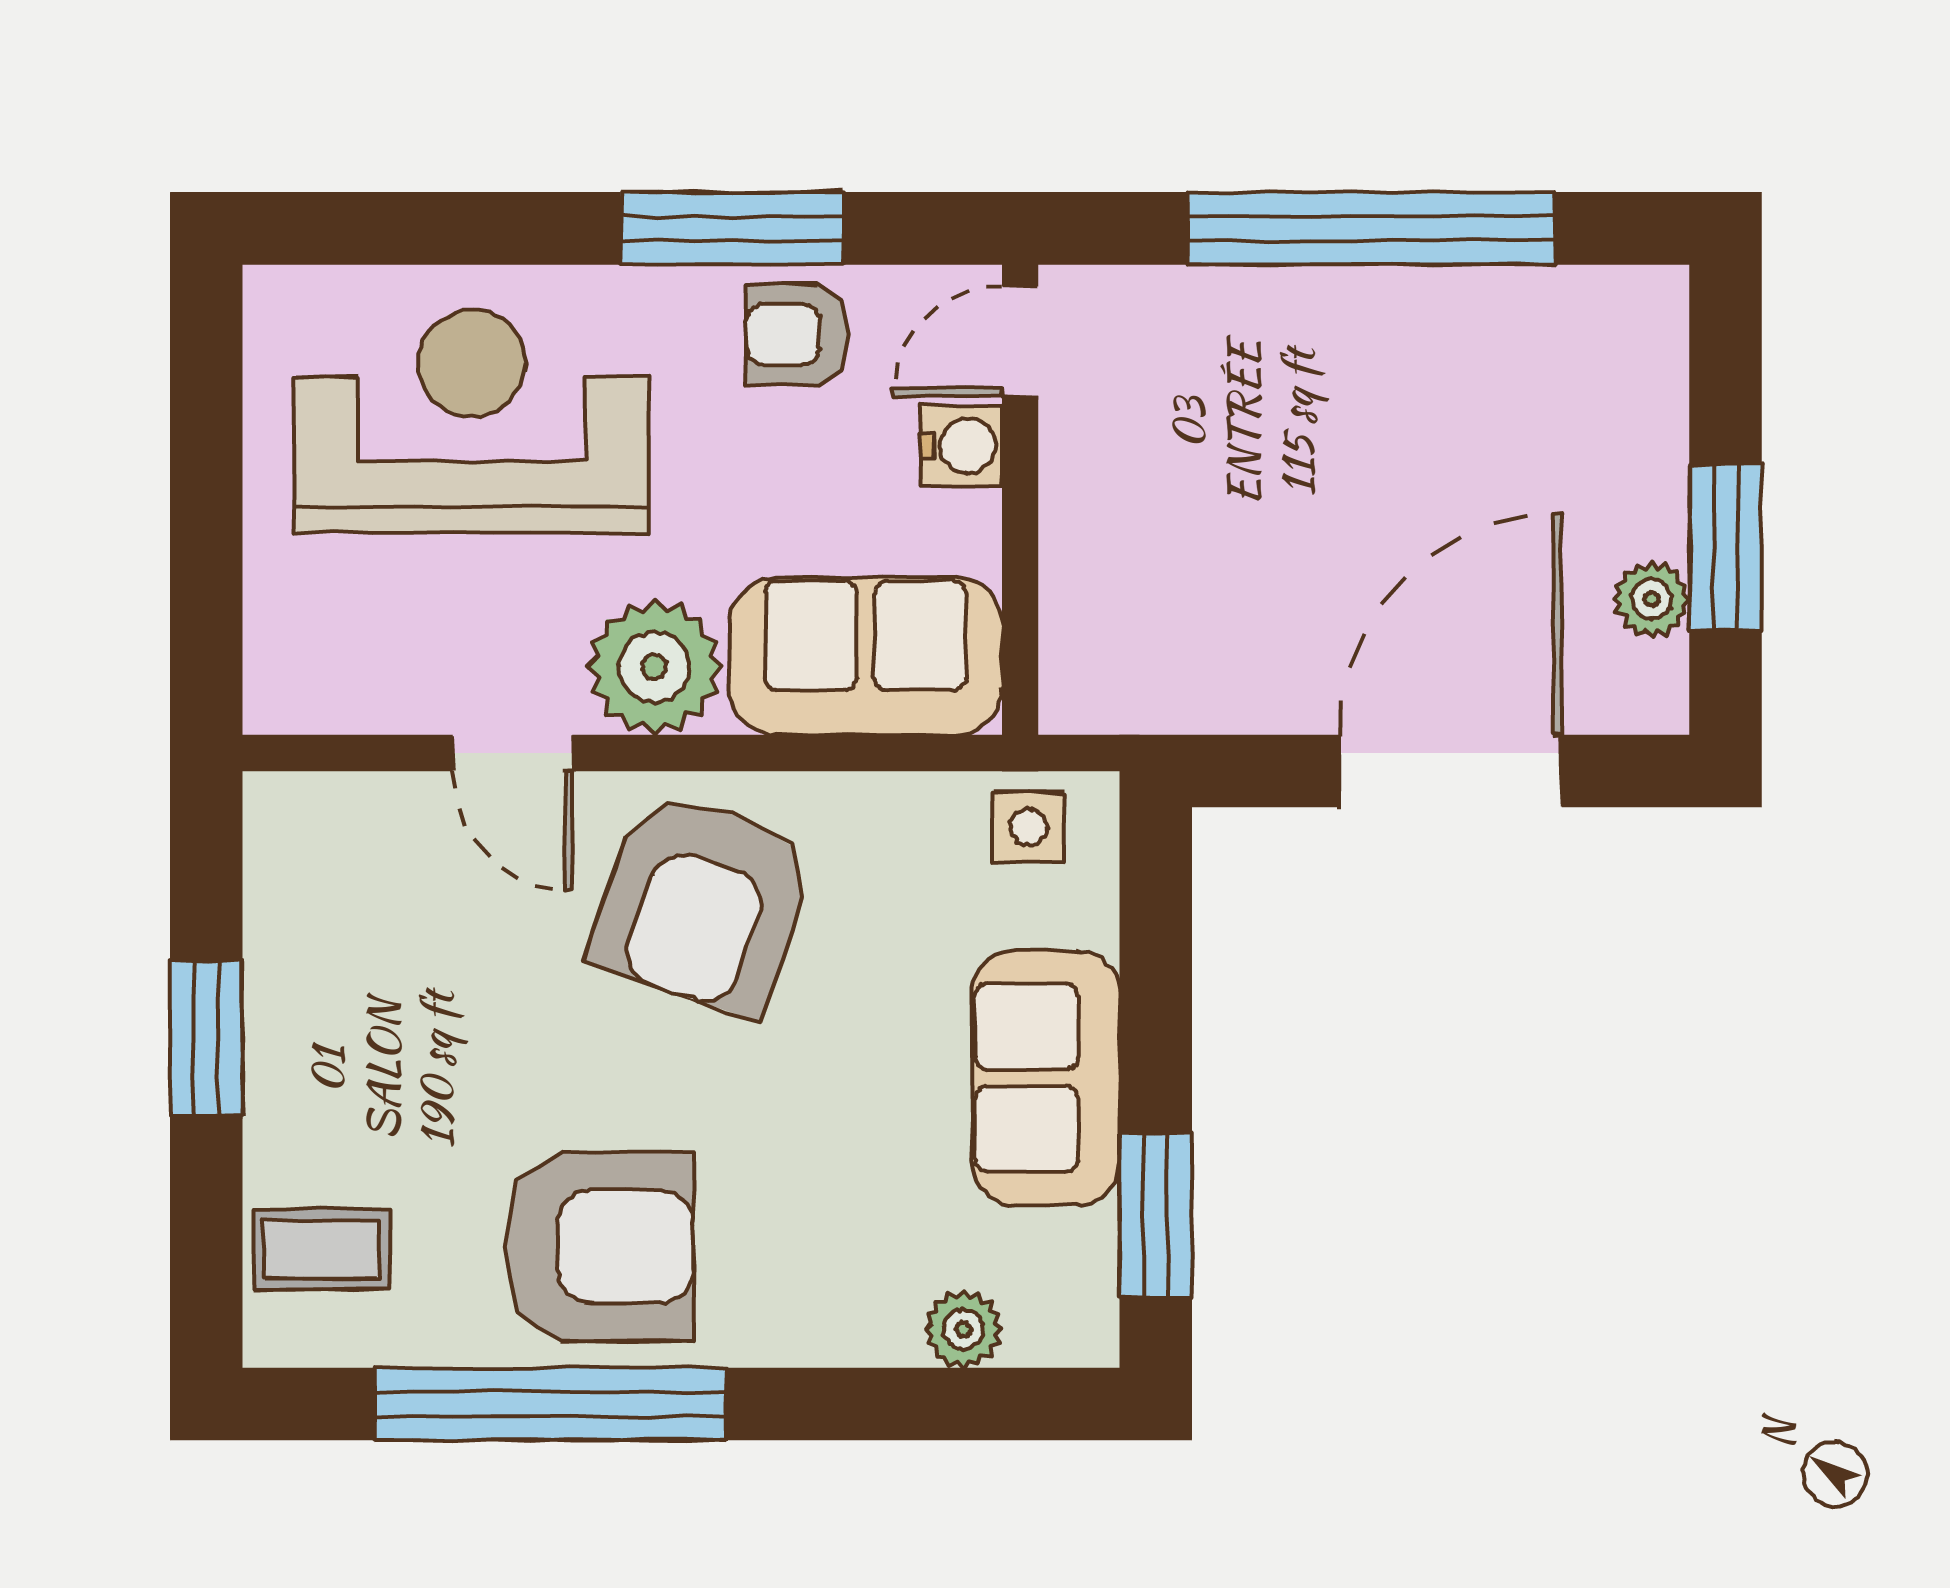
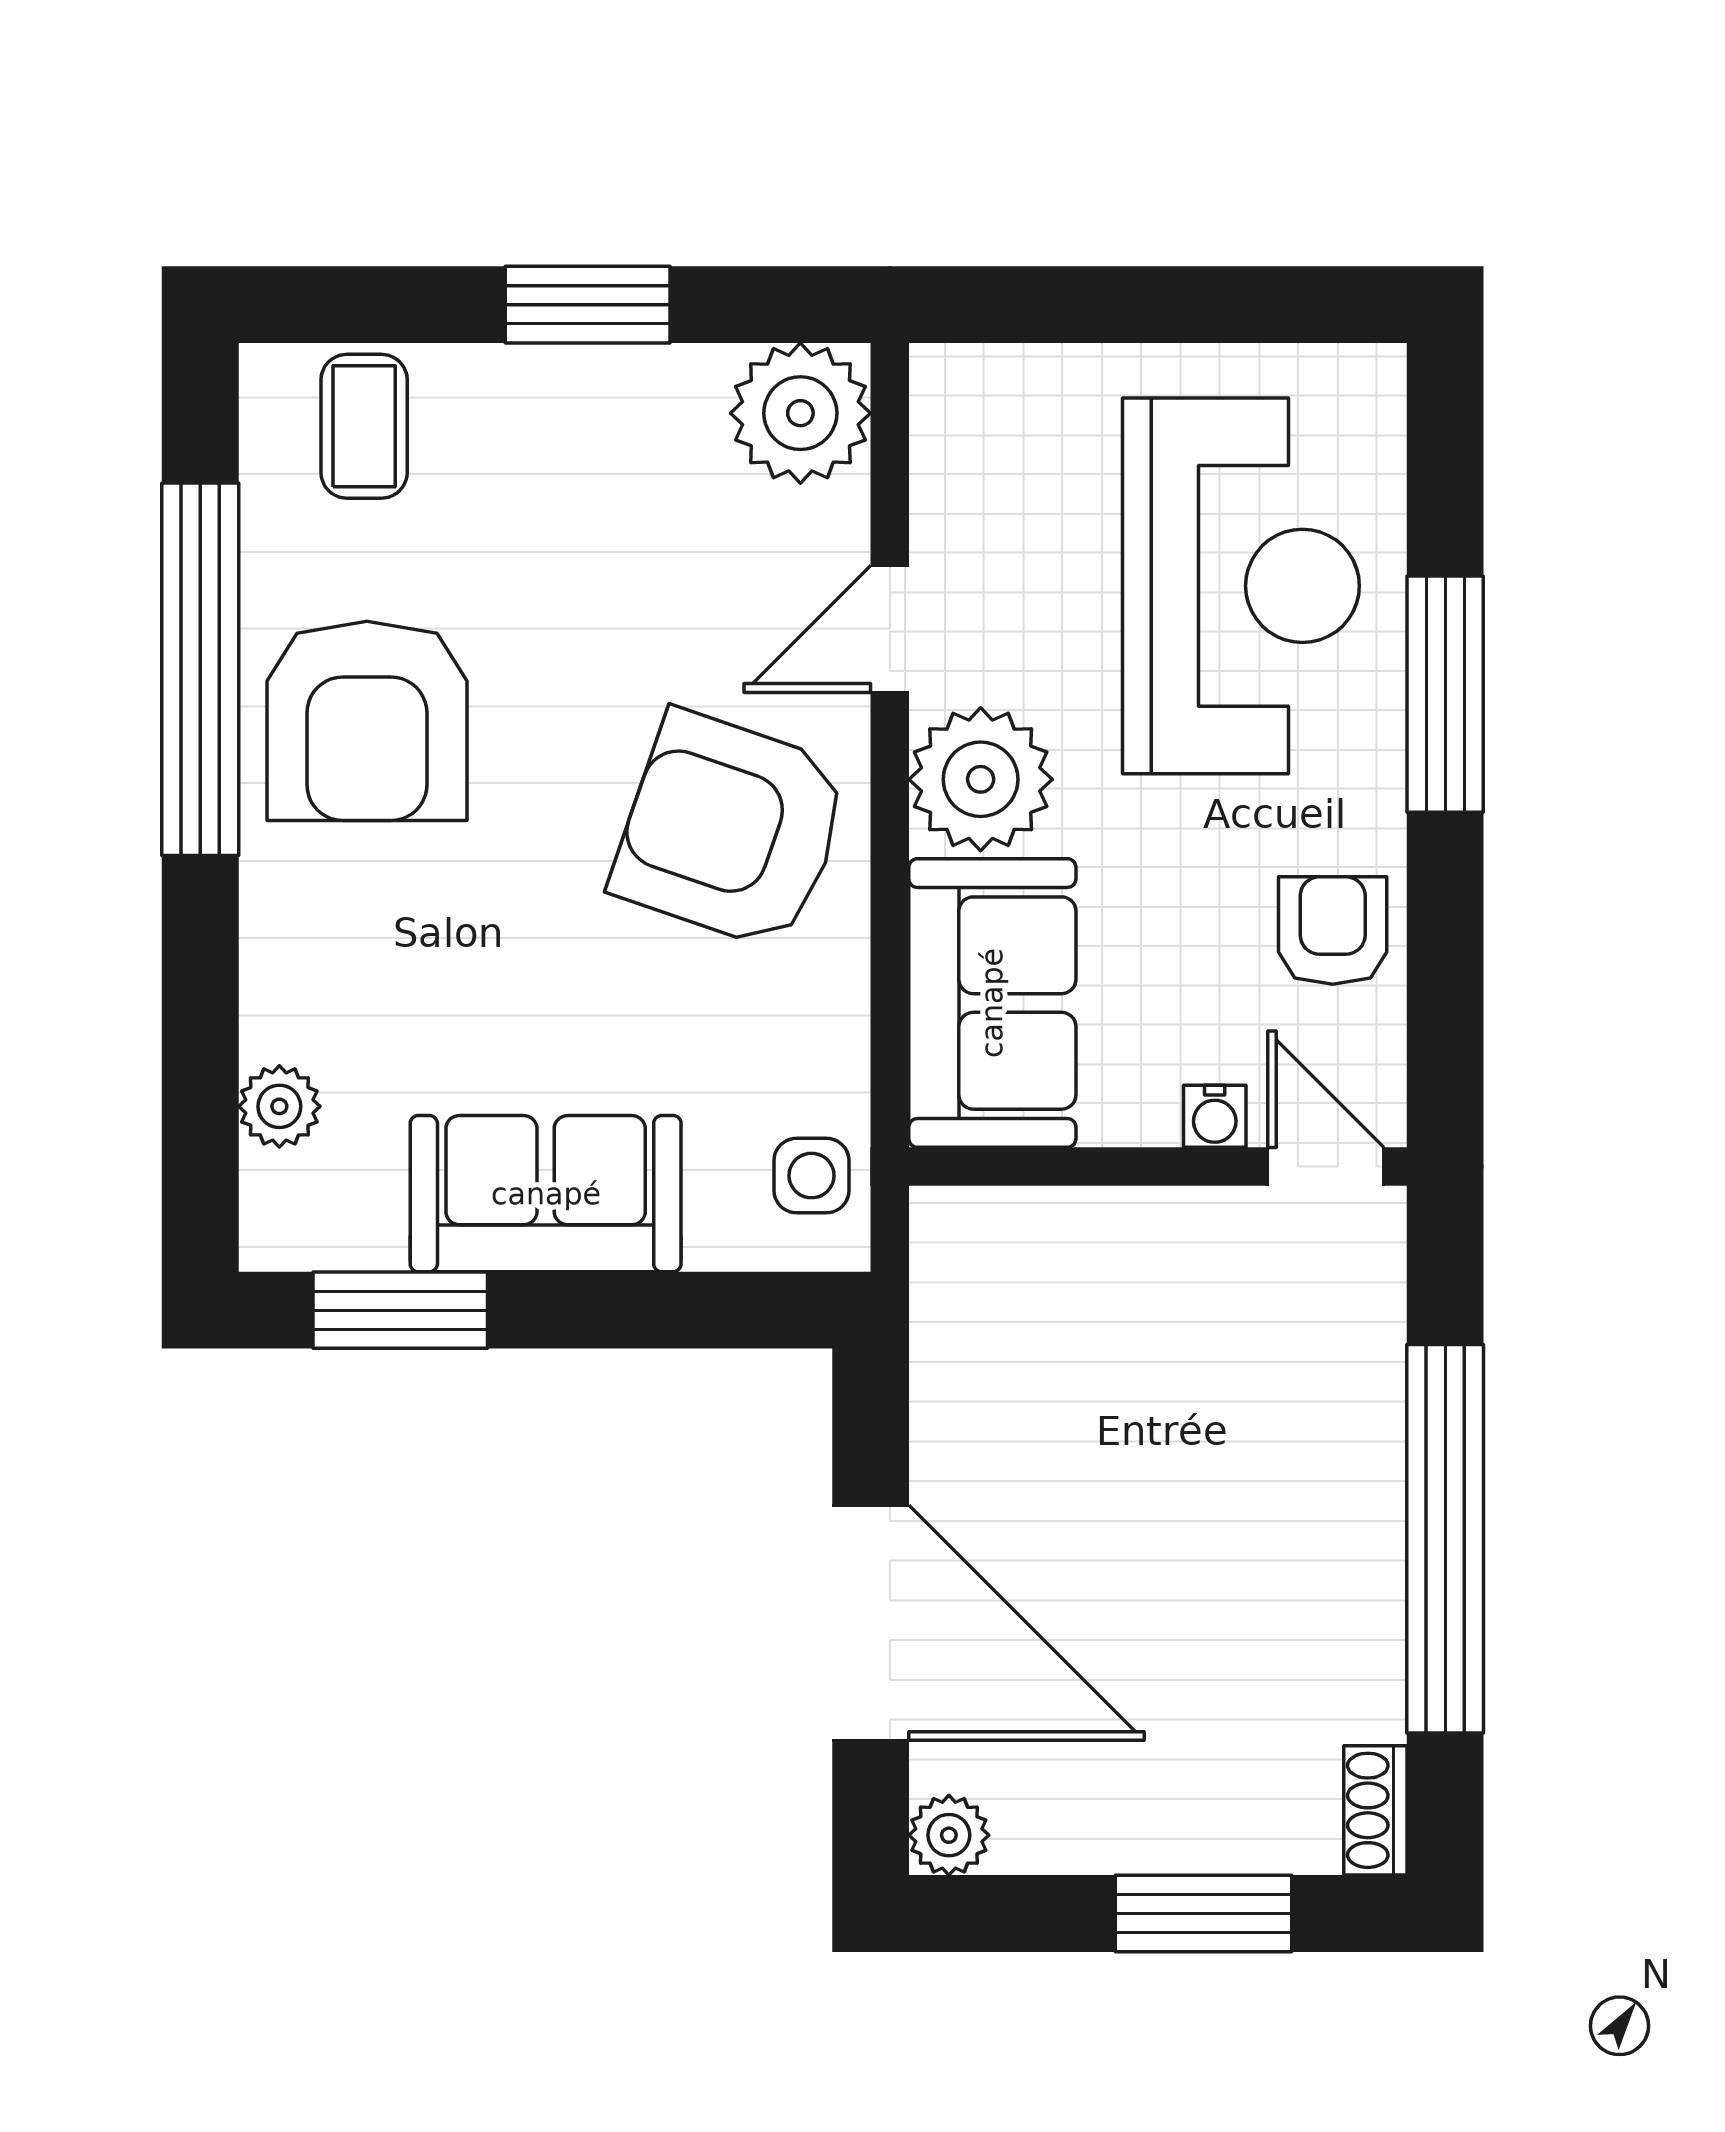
window: (732, 228) -> (1445, 694), moved
shoe rack: (1628, 294) -> (1375, 1810), added
water cooler: (961, 446) -> (1215, 1116), width x0.72, depth x0.72
window: (1726, 547) -> (1203, 1913), moved
plant: (1652, 599) -> (949, 1835), moved
plant: (309, 837) -> (800, 413), added

